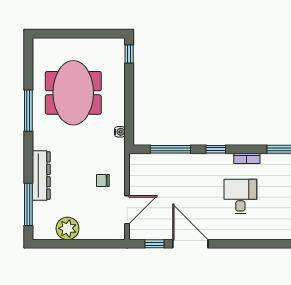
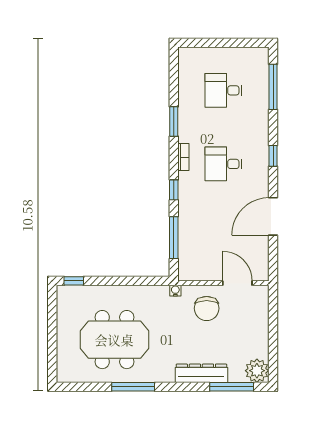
water cooler: (120, 132) -> (175, 291), moved
chair: (103, 180) -> (207, 308), width x1.87, depth x1.87
plant: (67, 228) -> (257, 371), moved
window: (154, 244) -> (273, 156), moved

